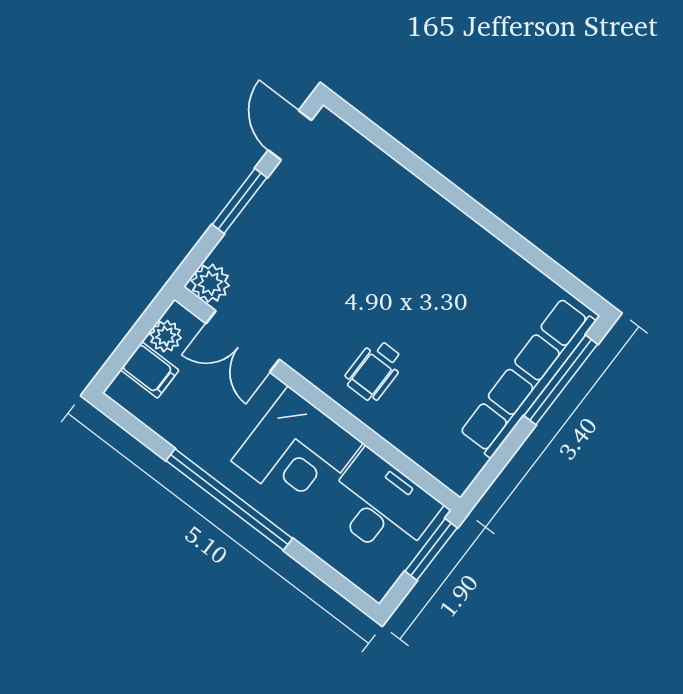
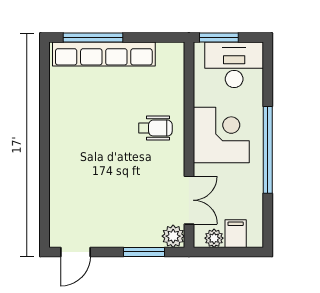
window: (240, 201) -> (144, 252), moved
desk: (382, 506) -> (234, 65), moved, turned 90

